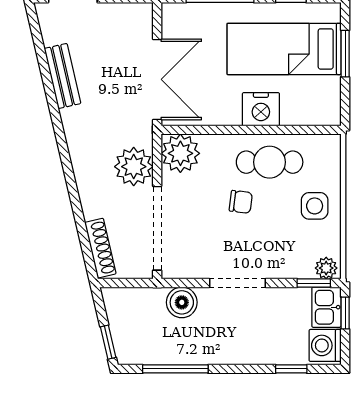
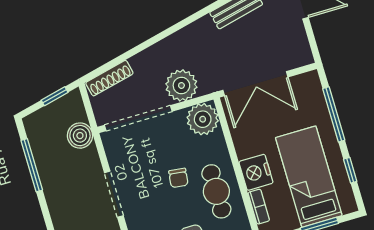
bookcase: (302, 118) -> (259, 207), added
boiler: (182, 302) -> (80, 136), moved
window: (108, 342) -> (55, 96), moved

